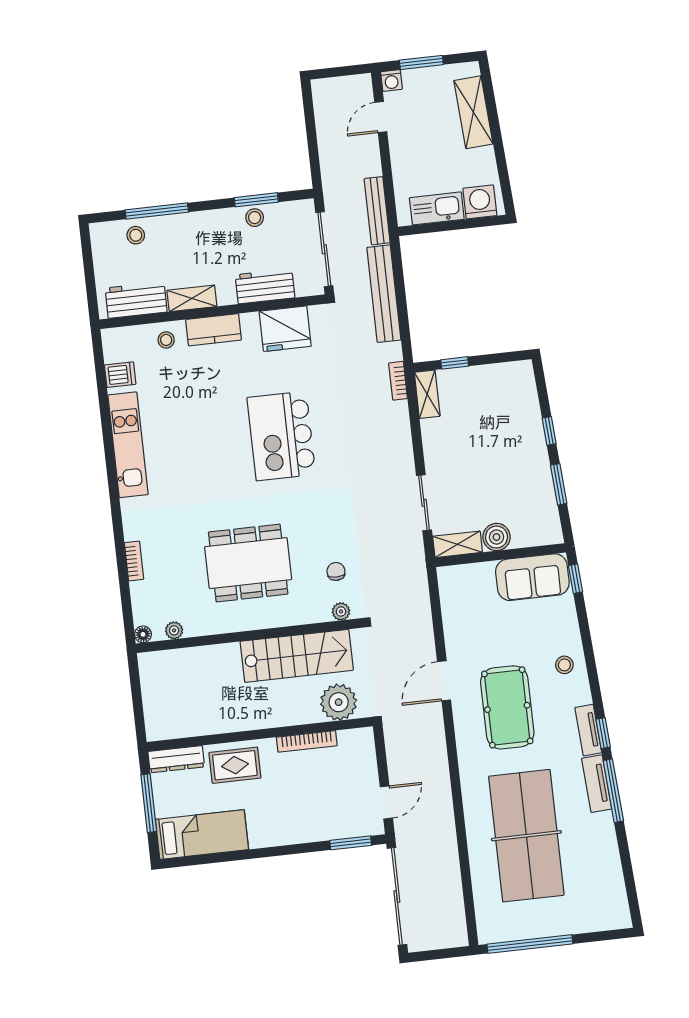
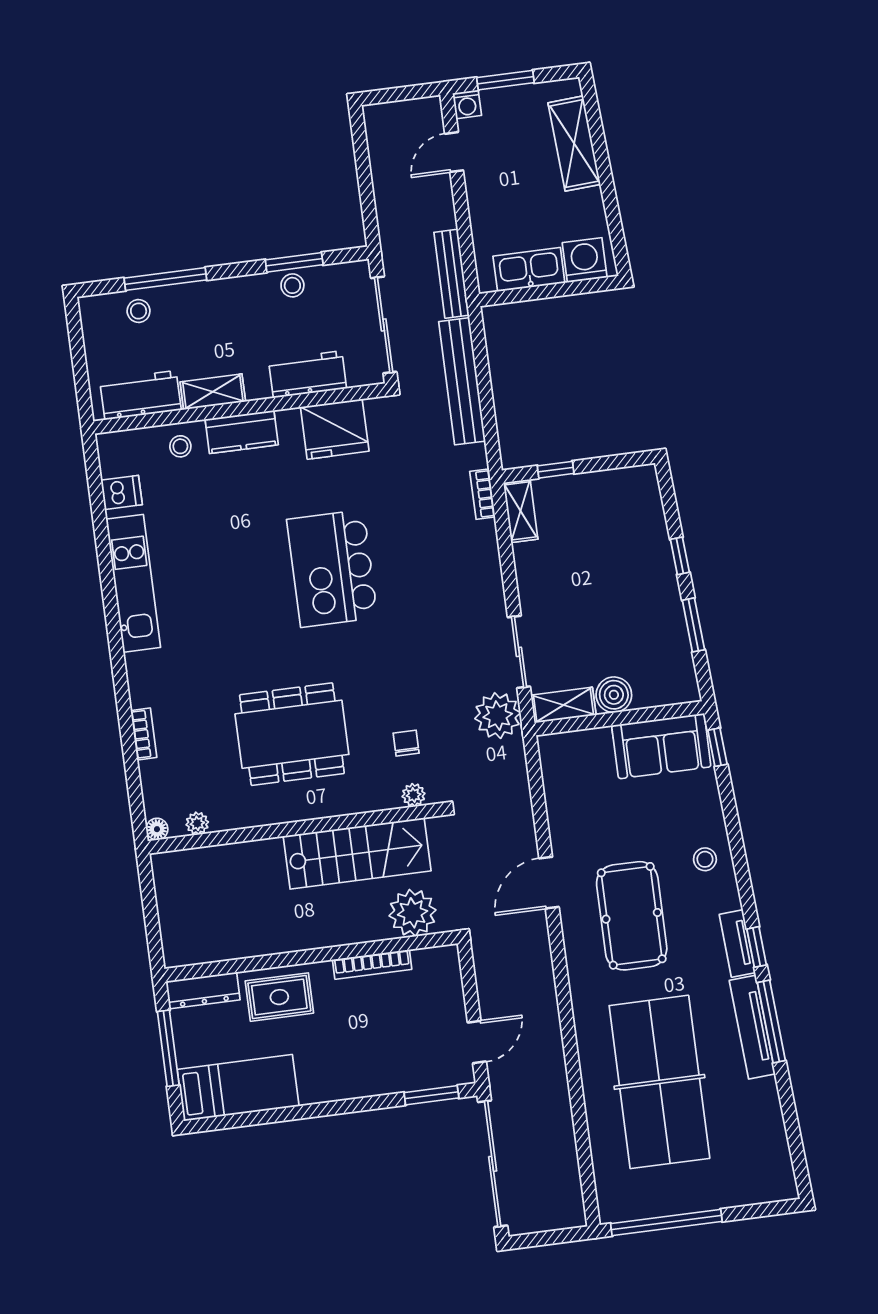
plant: (407, 551) -> (498, 716), added
tv unit: (597, 784) -> (752, 1027), width x1.41

